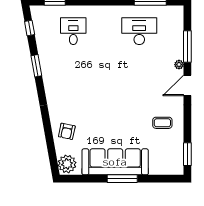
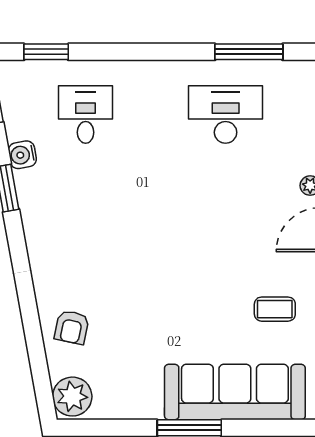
water cooler: (44, 50) -> (22, 155), added
sofa: (115, 162) -> (235, 392), moved

